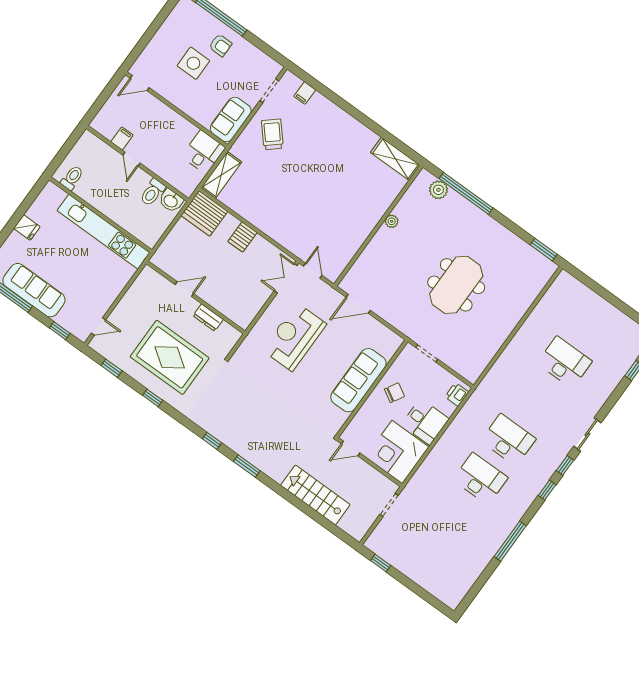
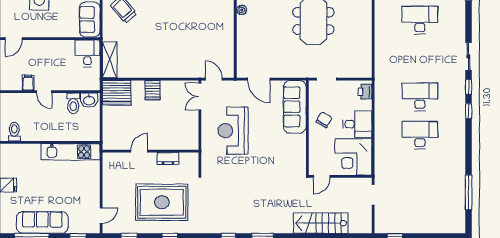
kitchen unit: (104, 232) -> (71, 152), width x0.73
door: (358, 304) -> (259, 79), hinge flipped
sofa: (358, 380) -> (295, 107), moved
window: (510, 541) -> (469, 192), moved

